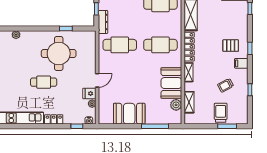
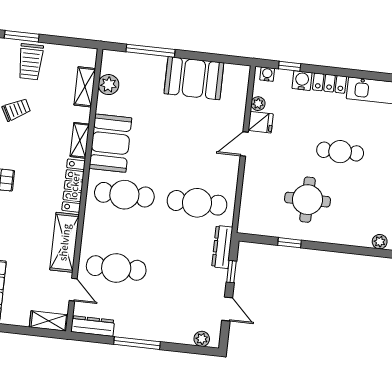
round table: (59, 53) -> (308, 200), width x0.73, depth x0.73
booth: (171, 83) -> (110, 143), moved
water cooler: (69, 119) -> (302, 81), added

